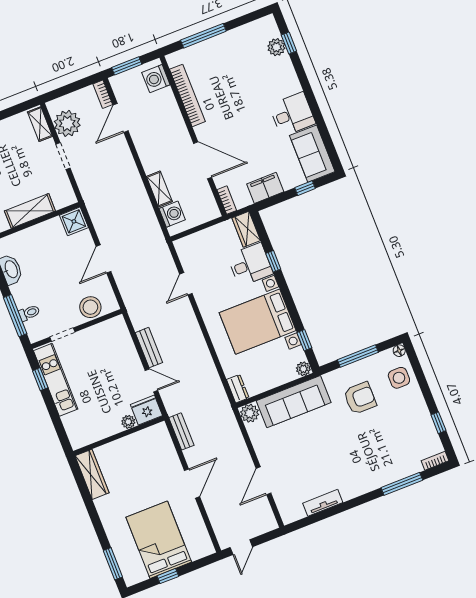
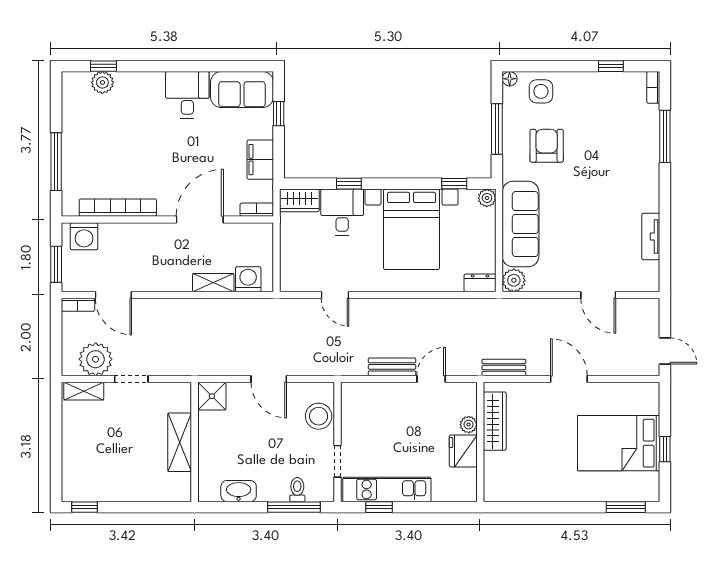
fridge: (146, 410) -> (463, 451), moved
wardrobe: (92, 474) -> (495, 421), moved, turned 90

